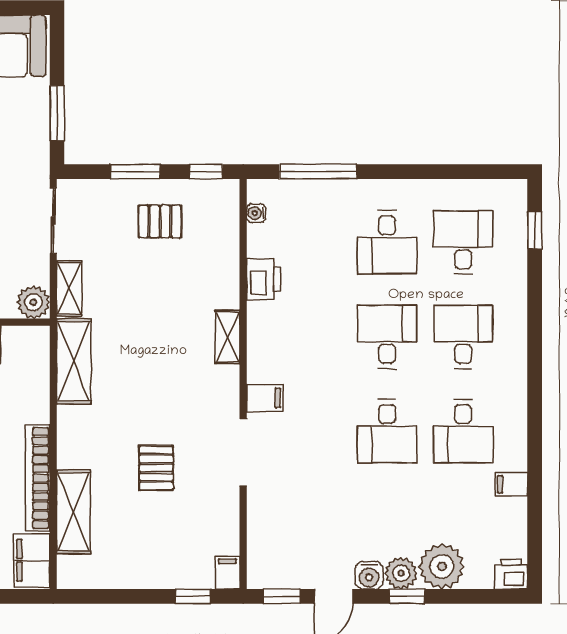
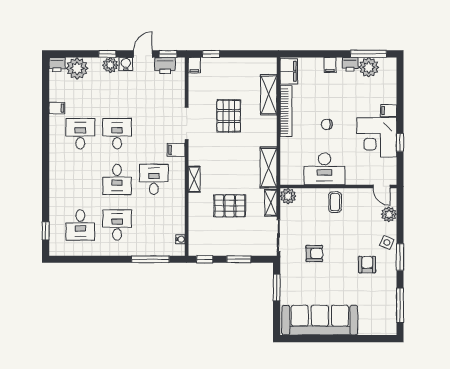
pallet: (160, 221) -> (230, 206), moved, width x1.50, depth x1.42
printer: (264, 279) -> (165, 66), moved, turned -90
desk: (463, 337) -> (154, 179), moved, turned 180
pallet: (156, 468) -> (229, 116), width x1.50, depth x1.42
plant: (442, 567) -> (77, 68), moved

